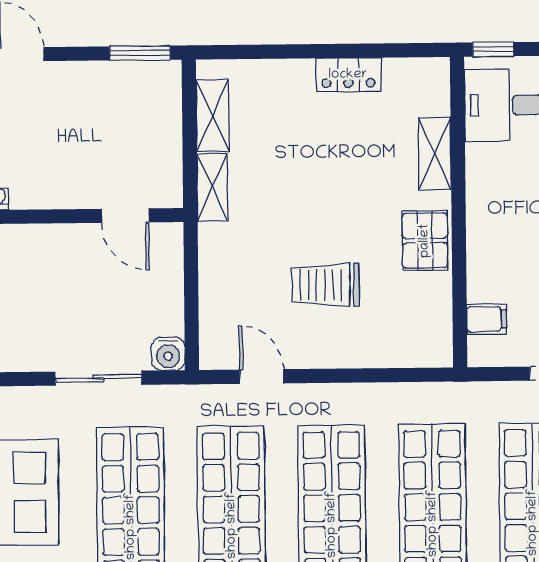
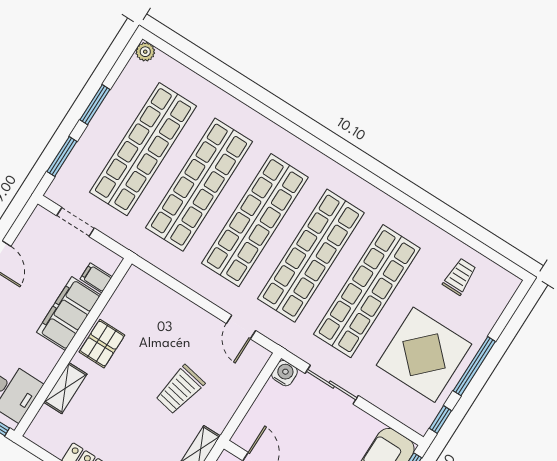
filing cabinet: (492, 251) -> (69, 314), added
trolley: (326, 285) -> (180, 390), moved, turned 101

